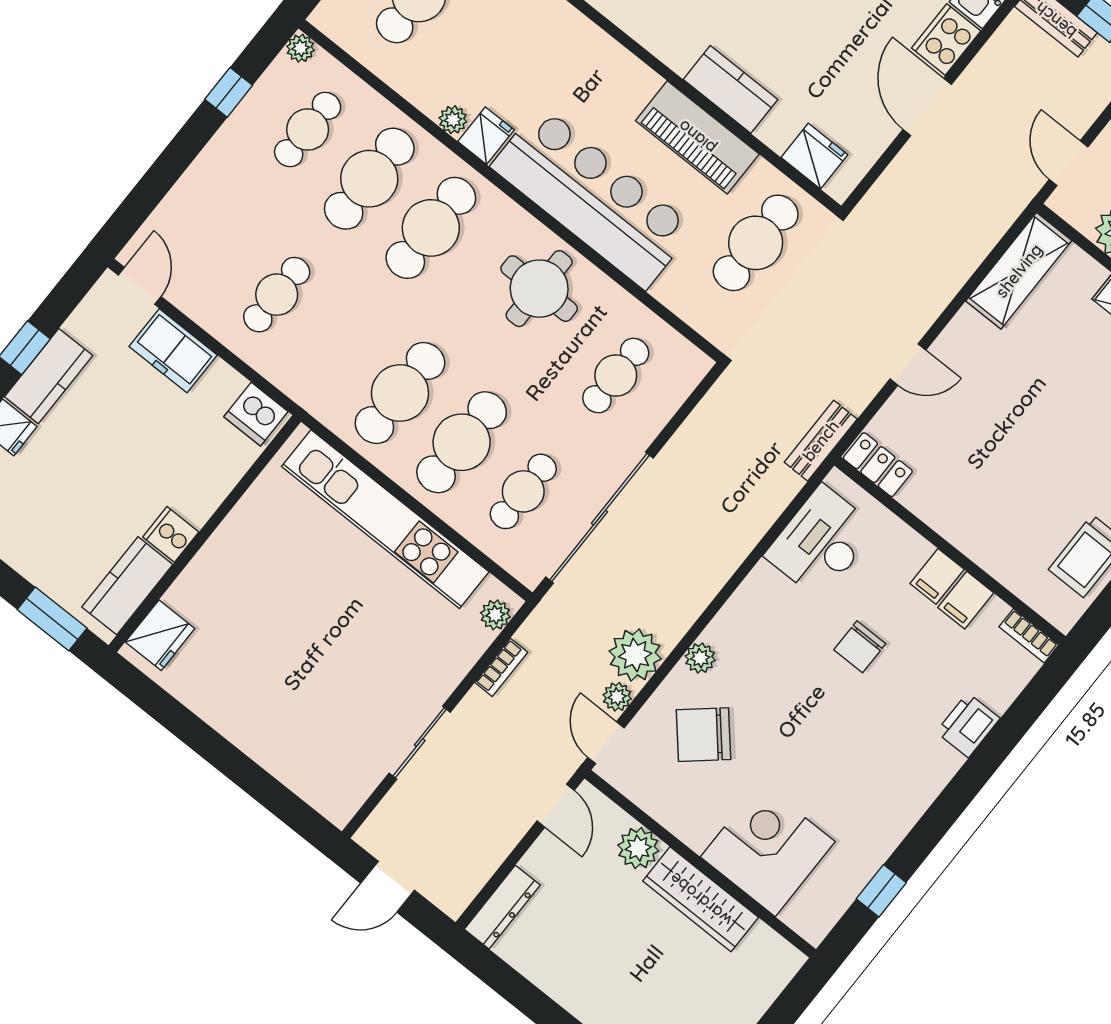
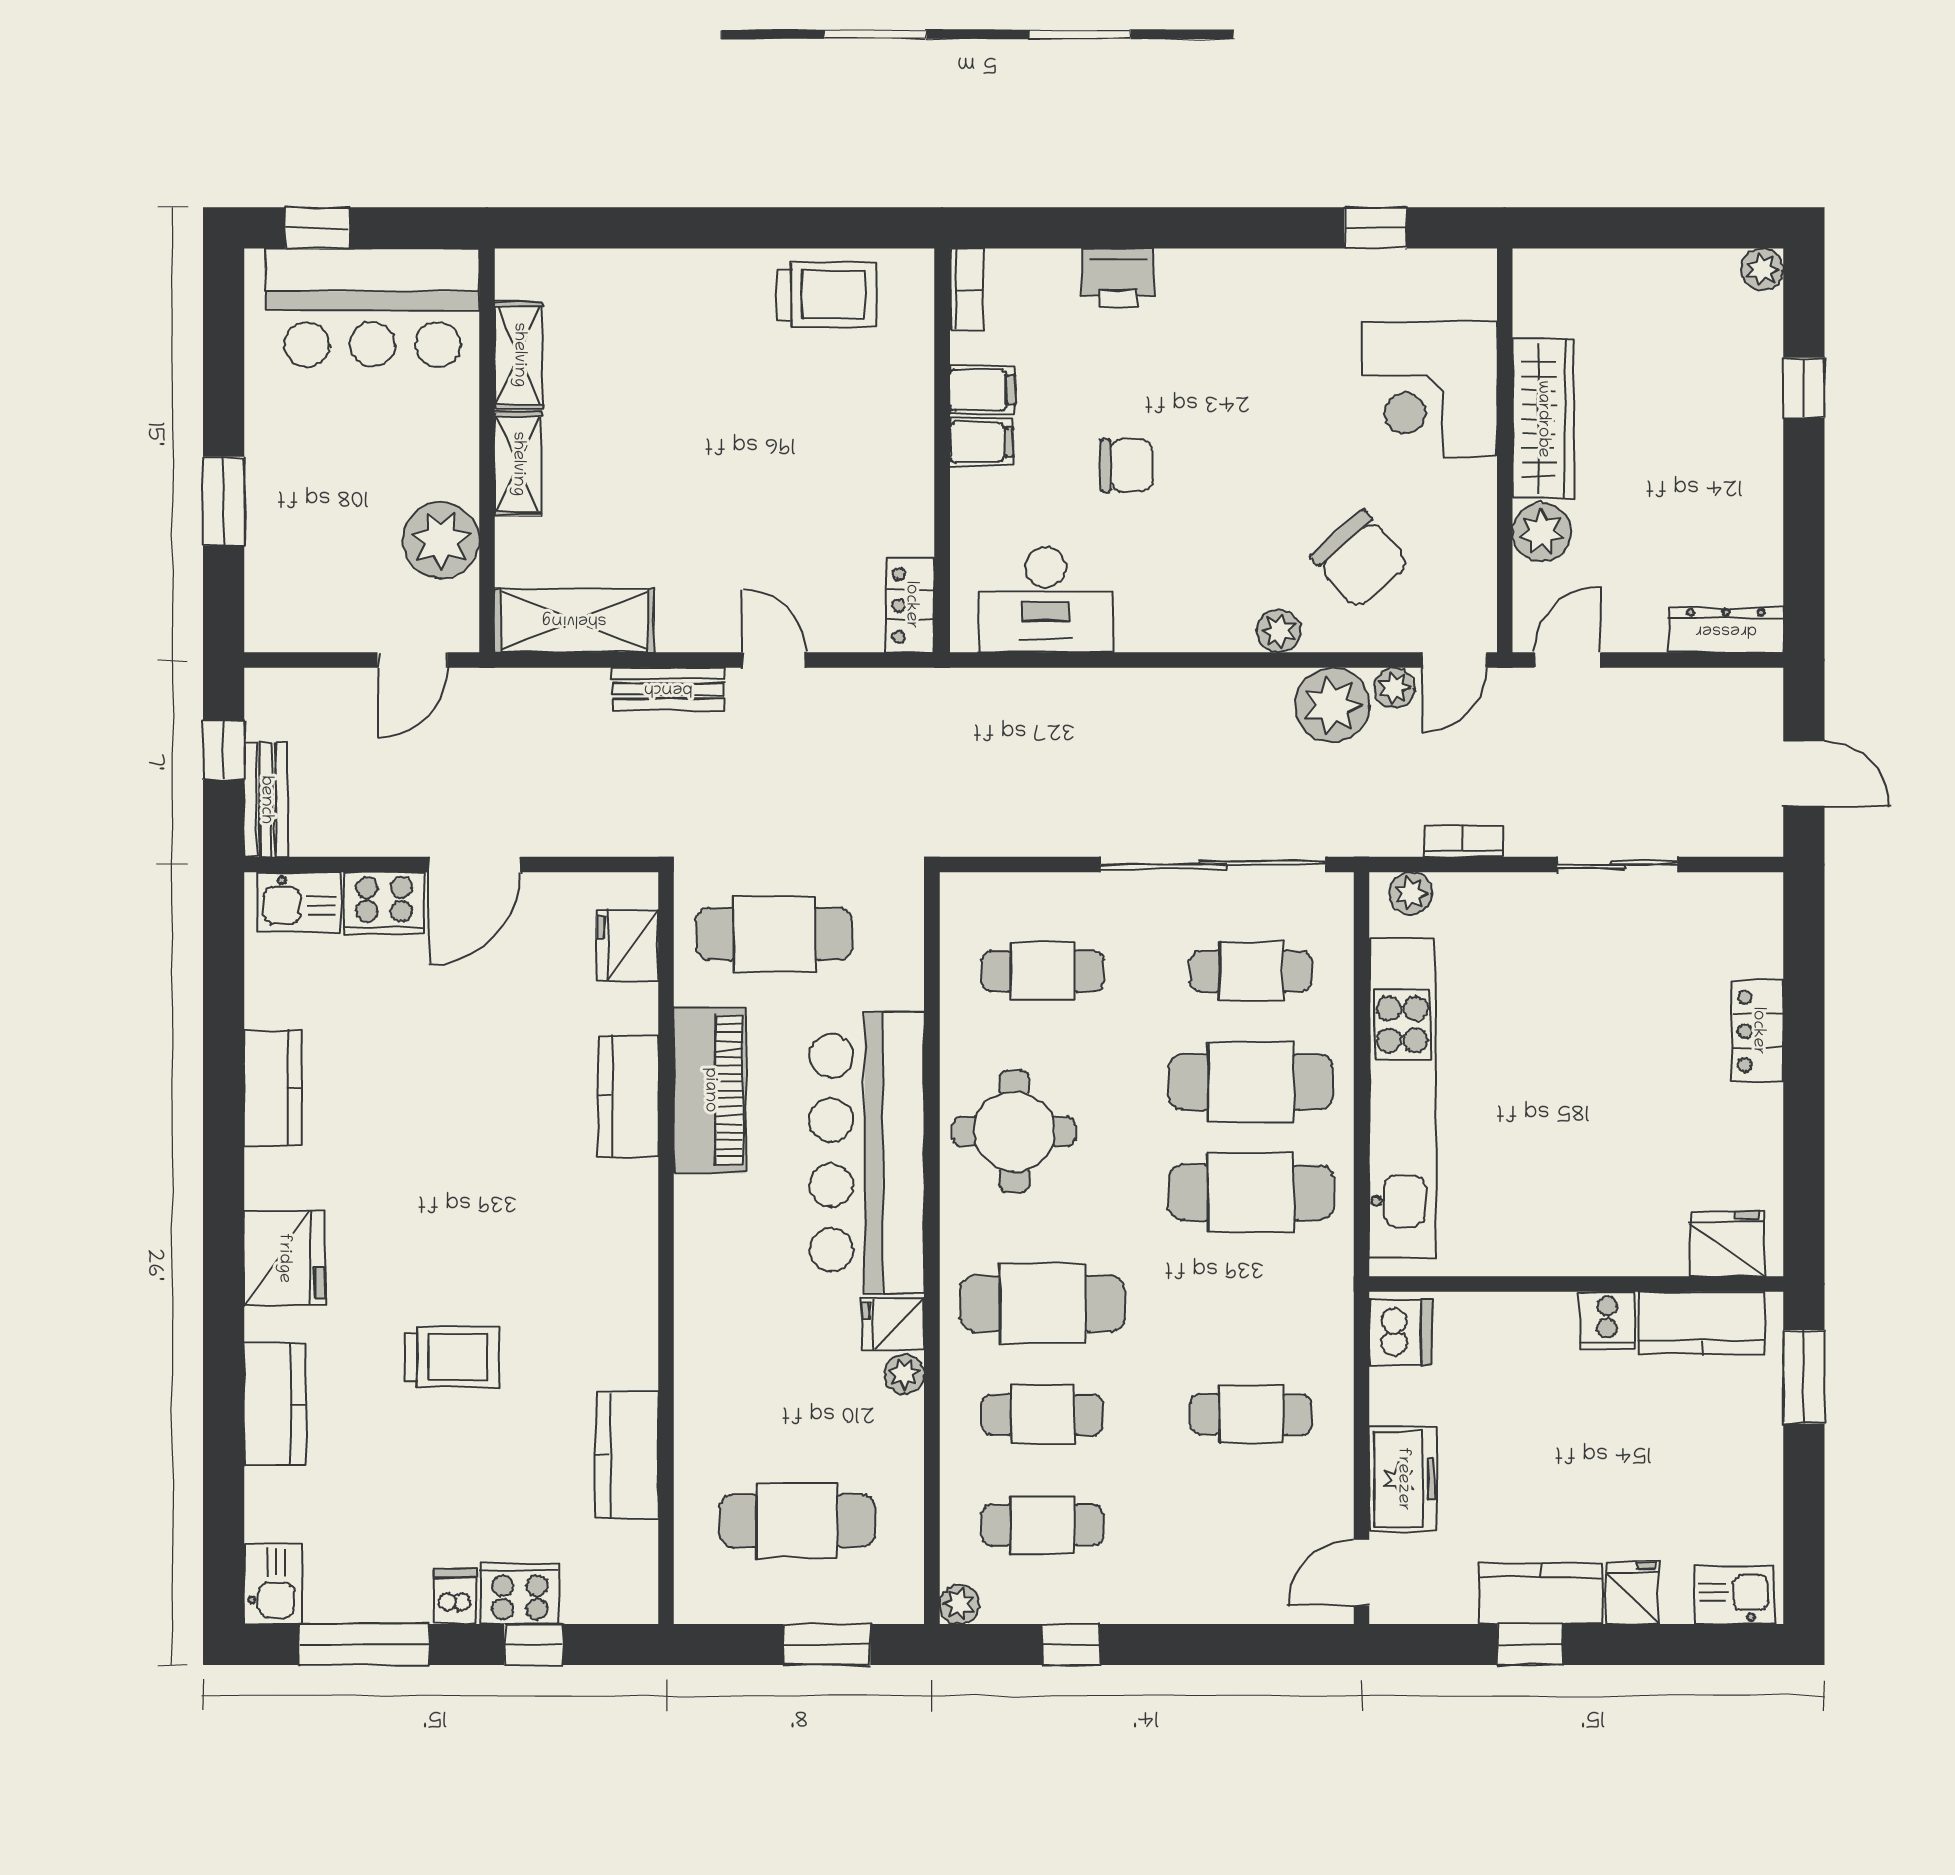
cafe table: (369, 179) -> (1043, 1414), width x0.73, depth x0.74
bench: (821, 441) -> (668, 689), moved
locker: (265, 747) -> (1758, 1031), added

